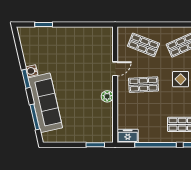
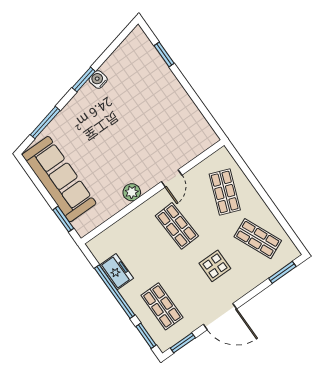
door: (115, 69) -> (172, 178), hinge flipped
sofa: (45, 103) -> (59, 179), moved, turned -77
freezer: (128, 136) -> (117, 272), moved

